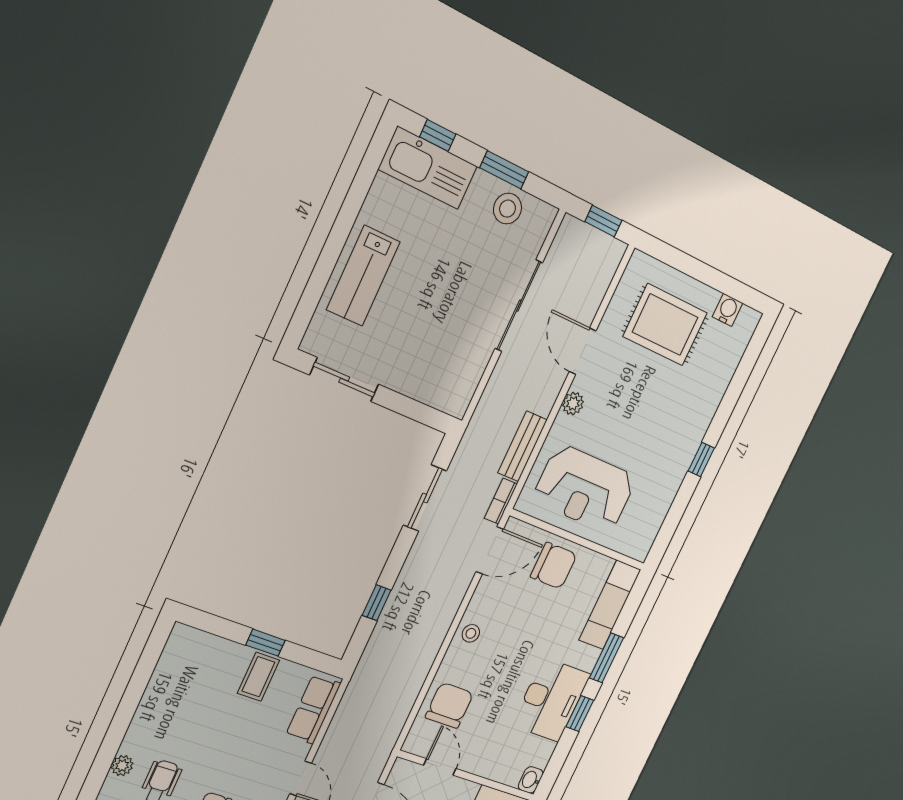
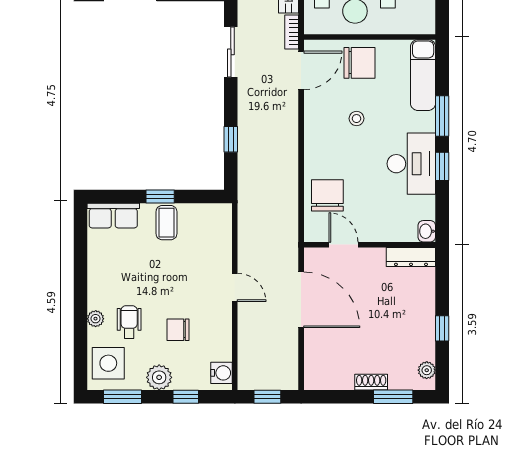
stool: (471, 633) -> (357, 119), moved
row of seats: (313, 709) -> (113, 216), moved, turned -90

